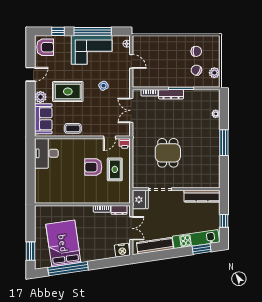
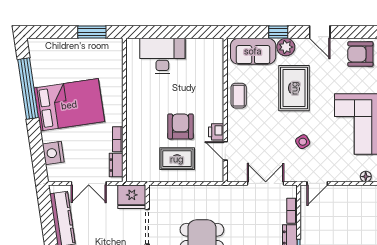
armchair: (45, 47) -> (360, 54), turned 90
door: (131, 61) -> (317, 183), moved
window: (30, 102) -> (278, 32), added
printer: (125, 143) -> (216, 132), moved
desk: (46, 153) -> (162, 56), moved
bed: (63, 243) -> (69, 105), moved
nightstand: (122, 250) -> (53, 153), moved
window: (30, 251) -> (92, 32), moved

